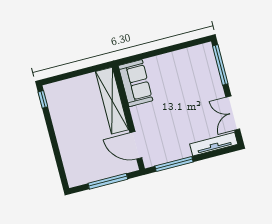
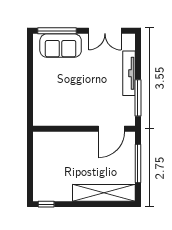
sofa: (135, 83) -> (61, 46), moved, turned 180
shelving: (112, 101) -> (104, 193), moved
tv unit: (214, 144) -> (129, 73), moved

